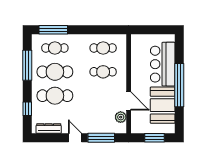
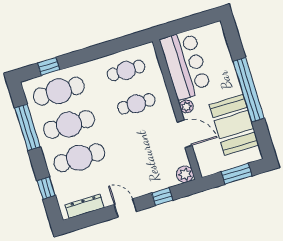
window: (53, 30) -> (49, 66), width x0.46
cafe table: (55, 48) -> (59, 91), width x1.37, depth x1.35
bar counter: (163, 64) -> (185, 65), moved, turned 180
plant: (135, 84) -> (186, 106), added
plant: (121, 117) -> (185, 174), moved
window: (101, 138) -> (162, 197), width x0.46

